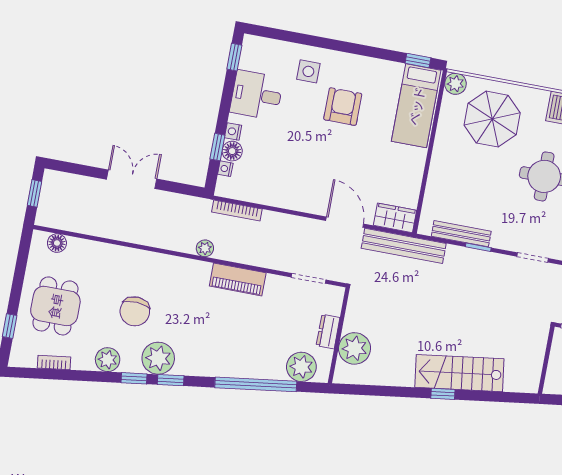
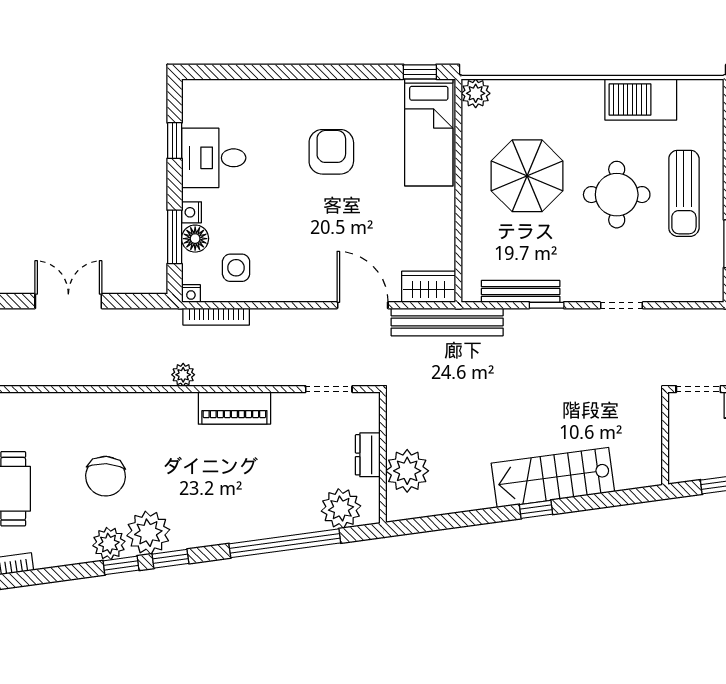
window: (234, 57) -> (175, 141), moved
side table: (308, 71) -> (236, 268), moved
parasol: (492, 119) -> (527, 176), moved
window: (217, 147) -> (175, 237), width x1.50
nightstand: (225, 169) -> (191, 294), moved, turned -90
plant: (108, 360) -> (109, 543), moved

